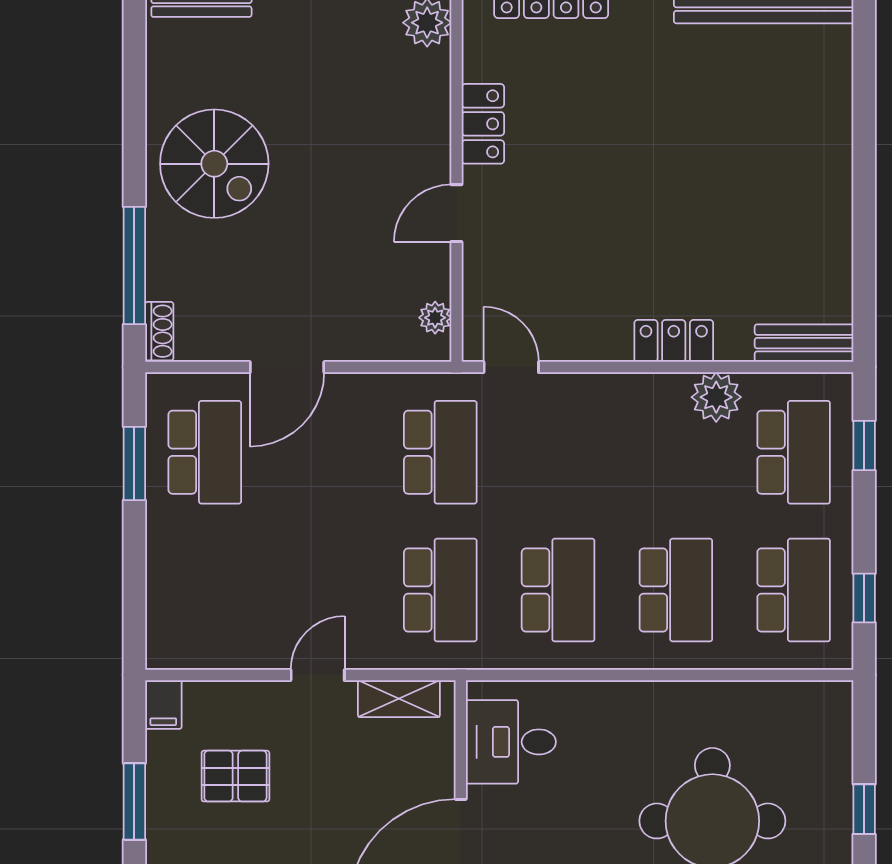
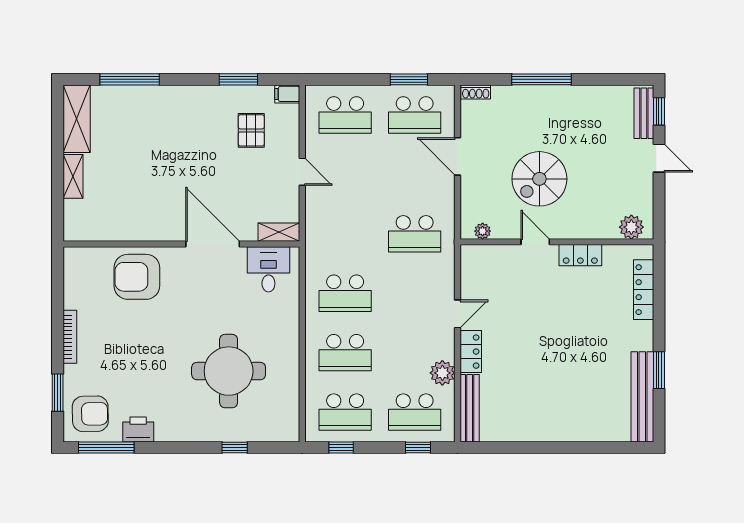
spiral stairs: (214, 164) -> (539, 179), moved
window: (134, 266) -> (542, 79), moved
bench: (804, 343) -> (470, 408), width x1.36
door: (511, 367) -> (458, 314), moved
school desk: (440, 590) -> (345, 115), moved
shelving: (399, 699) -> (279, 232), moved, turned 90

